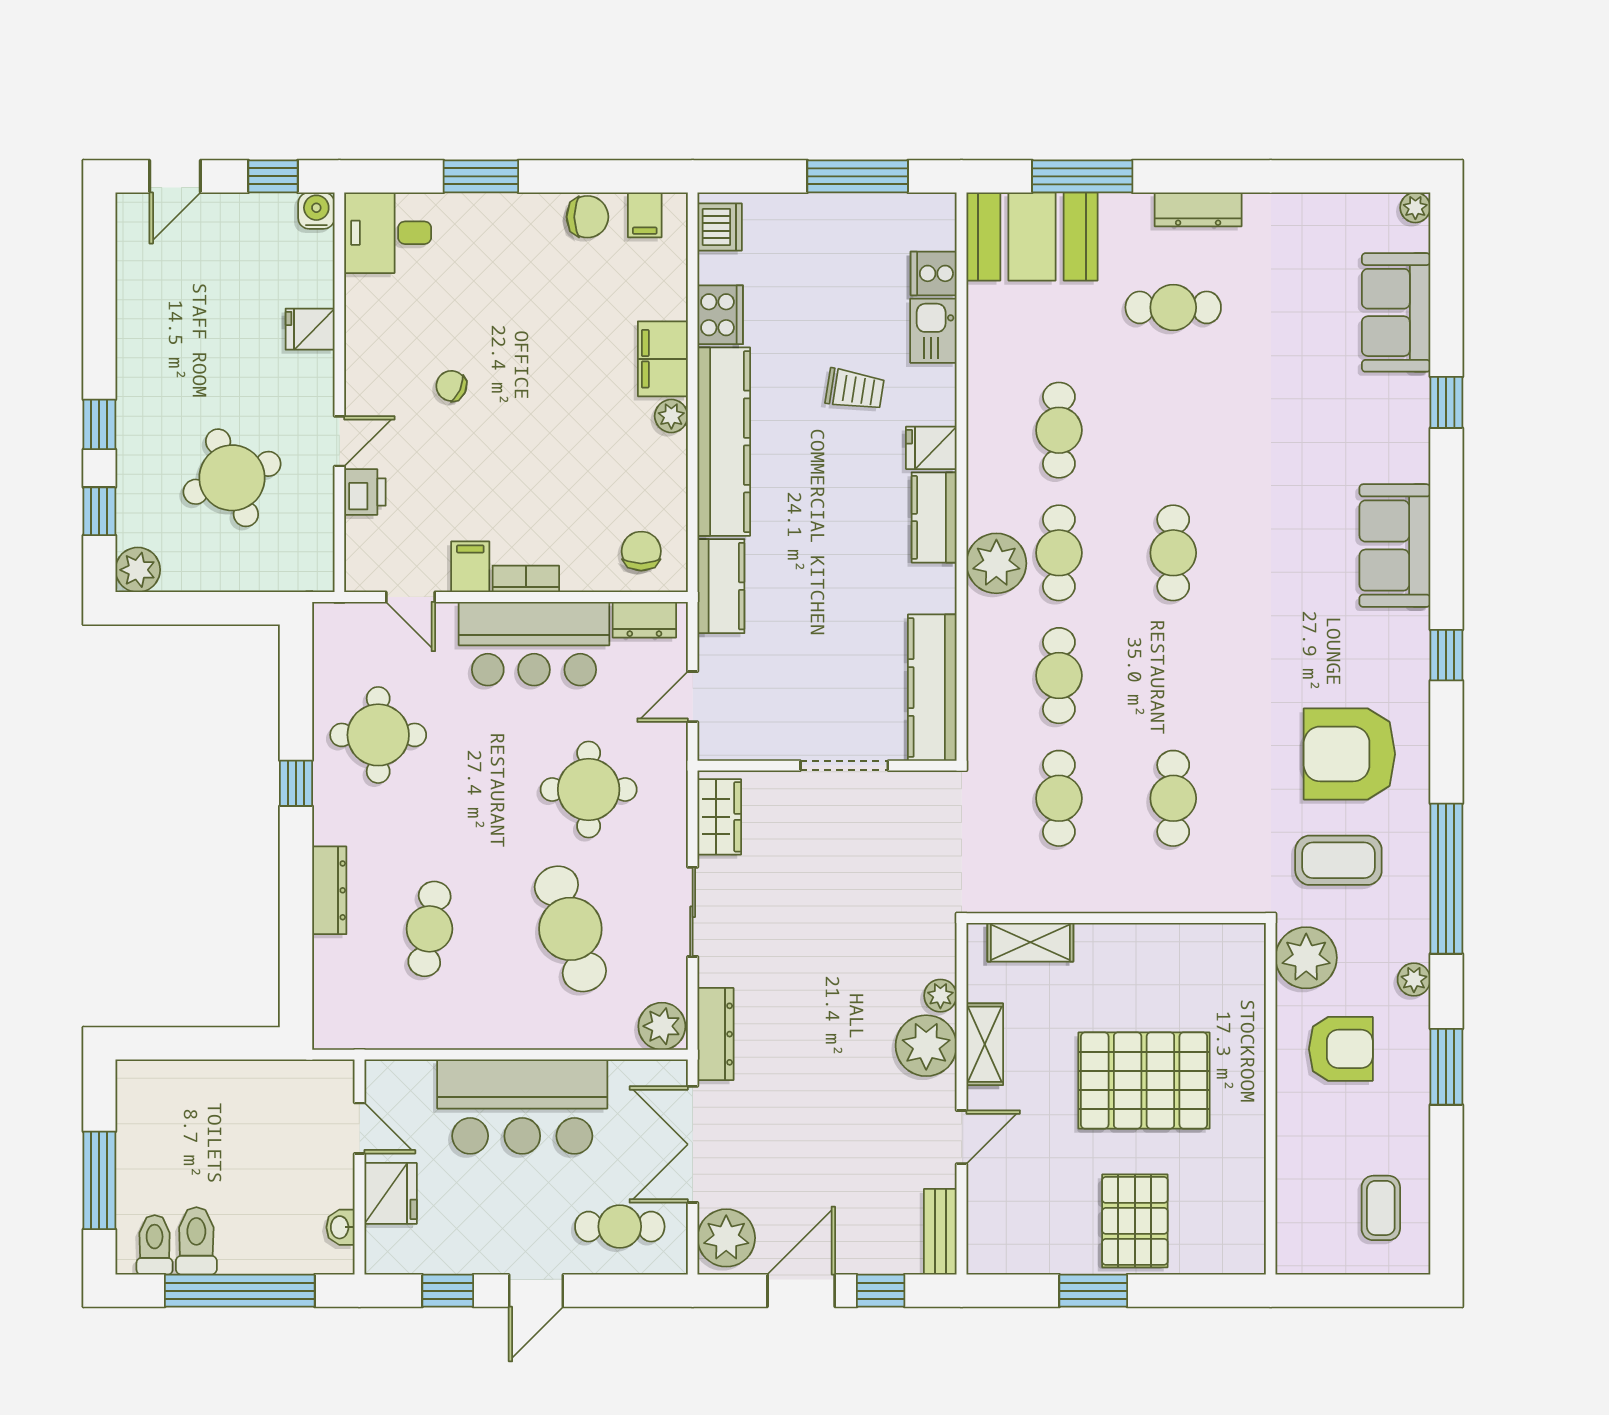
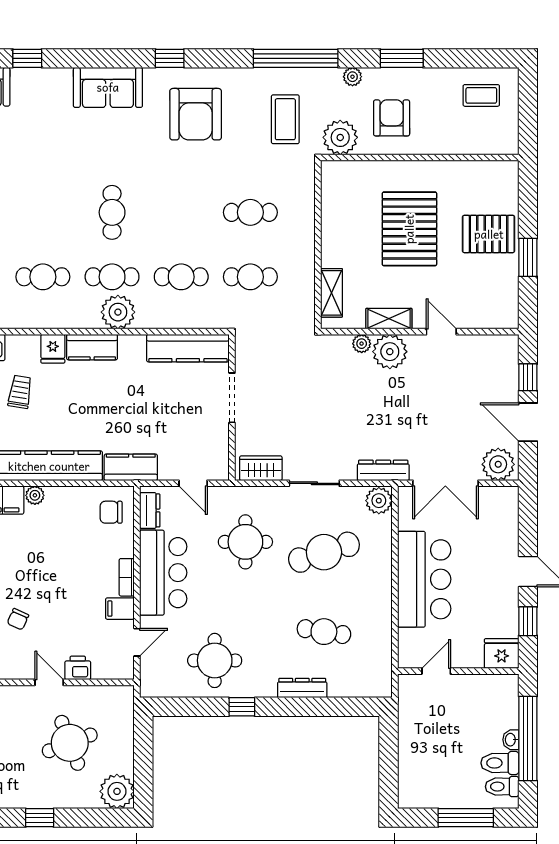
window: (99, 511) -> (89, 818), removed
cafe table: (1173, 553) -> (112, 212), turned 90
plant: (138, 570) -> (117, 791), width x1.36, depth x1.36
armchair: (1349, 754) -> (196, 114), moved
fridge: (391, 1193) -> (502, 654), moved
washbasin: (340, 1227) -> (511, 740), moved, turned 90
cafe table: (620, 1227) -> (492, 524), removed
bench: (940, 1232) -> (495, 344), removed

